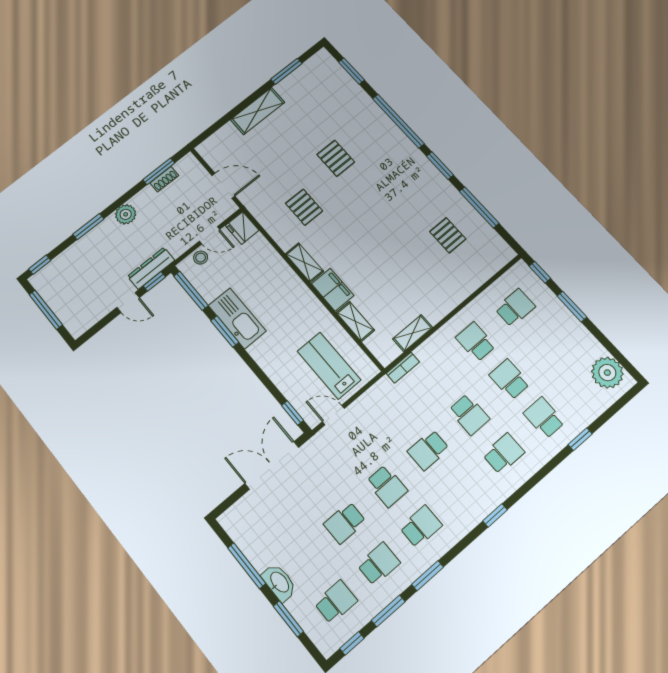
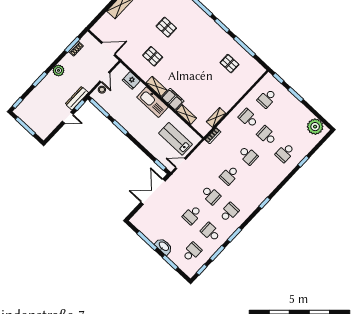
fridge: (242, 228) -> (131, 80), moved
door: (210, 235) -> (105, 77), hinge flipped
school desk: (515, 308) -> (267, 98), turned 180
kitchen sink: (237, 318) -> (152, 102), moved, turned 180
school desk: (544, 418) -> (285, 153), turned -90
school desk: (504, 453) -> (266, 173), removed
school desk: (379, 564) -> (211, 232), turned -90

